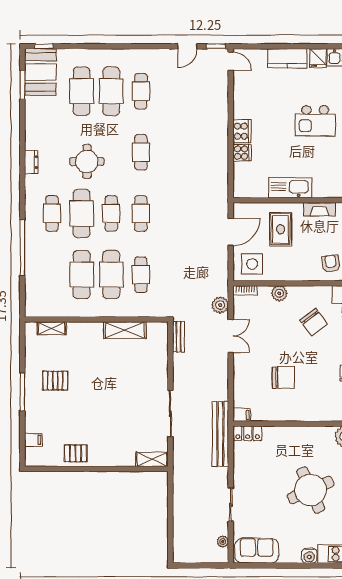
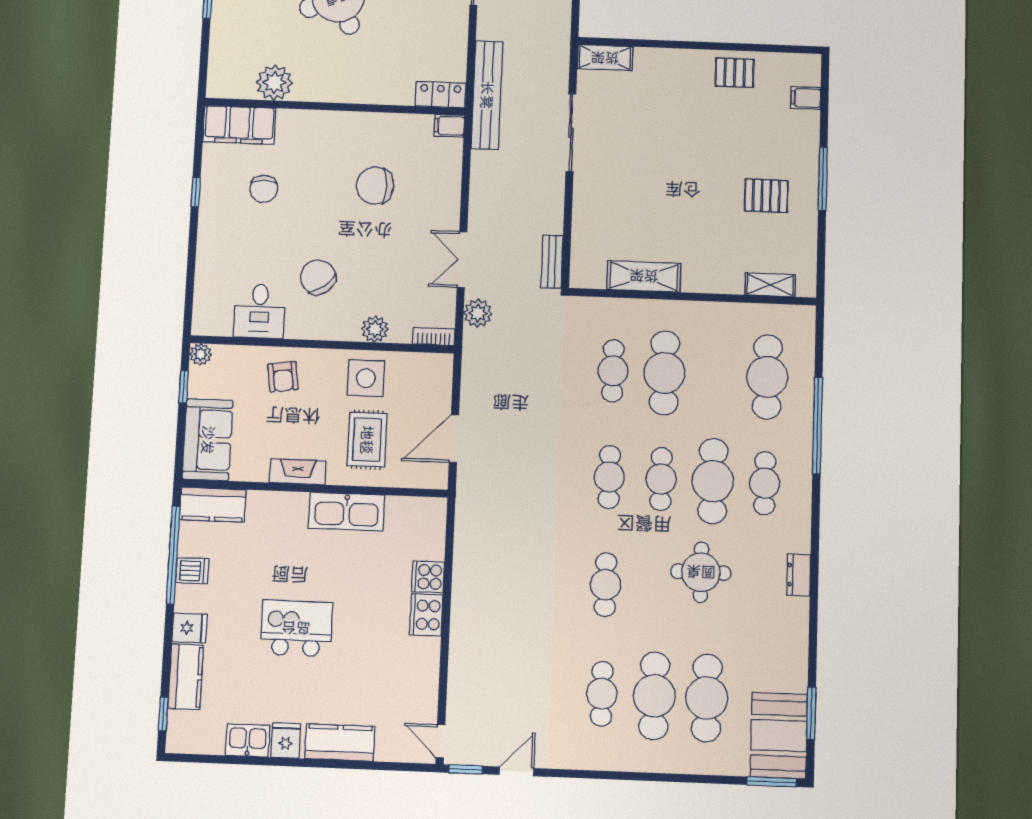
window: (44, 46) -> (772, 782), width x1.50
side table: (252, 264) -> (366, 378), moved
cafe table: (82, 275) -> (767, 377), moved

